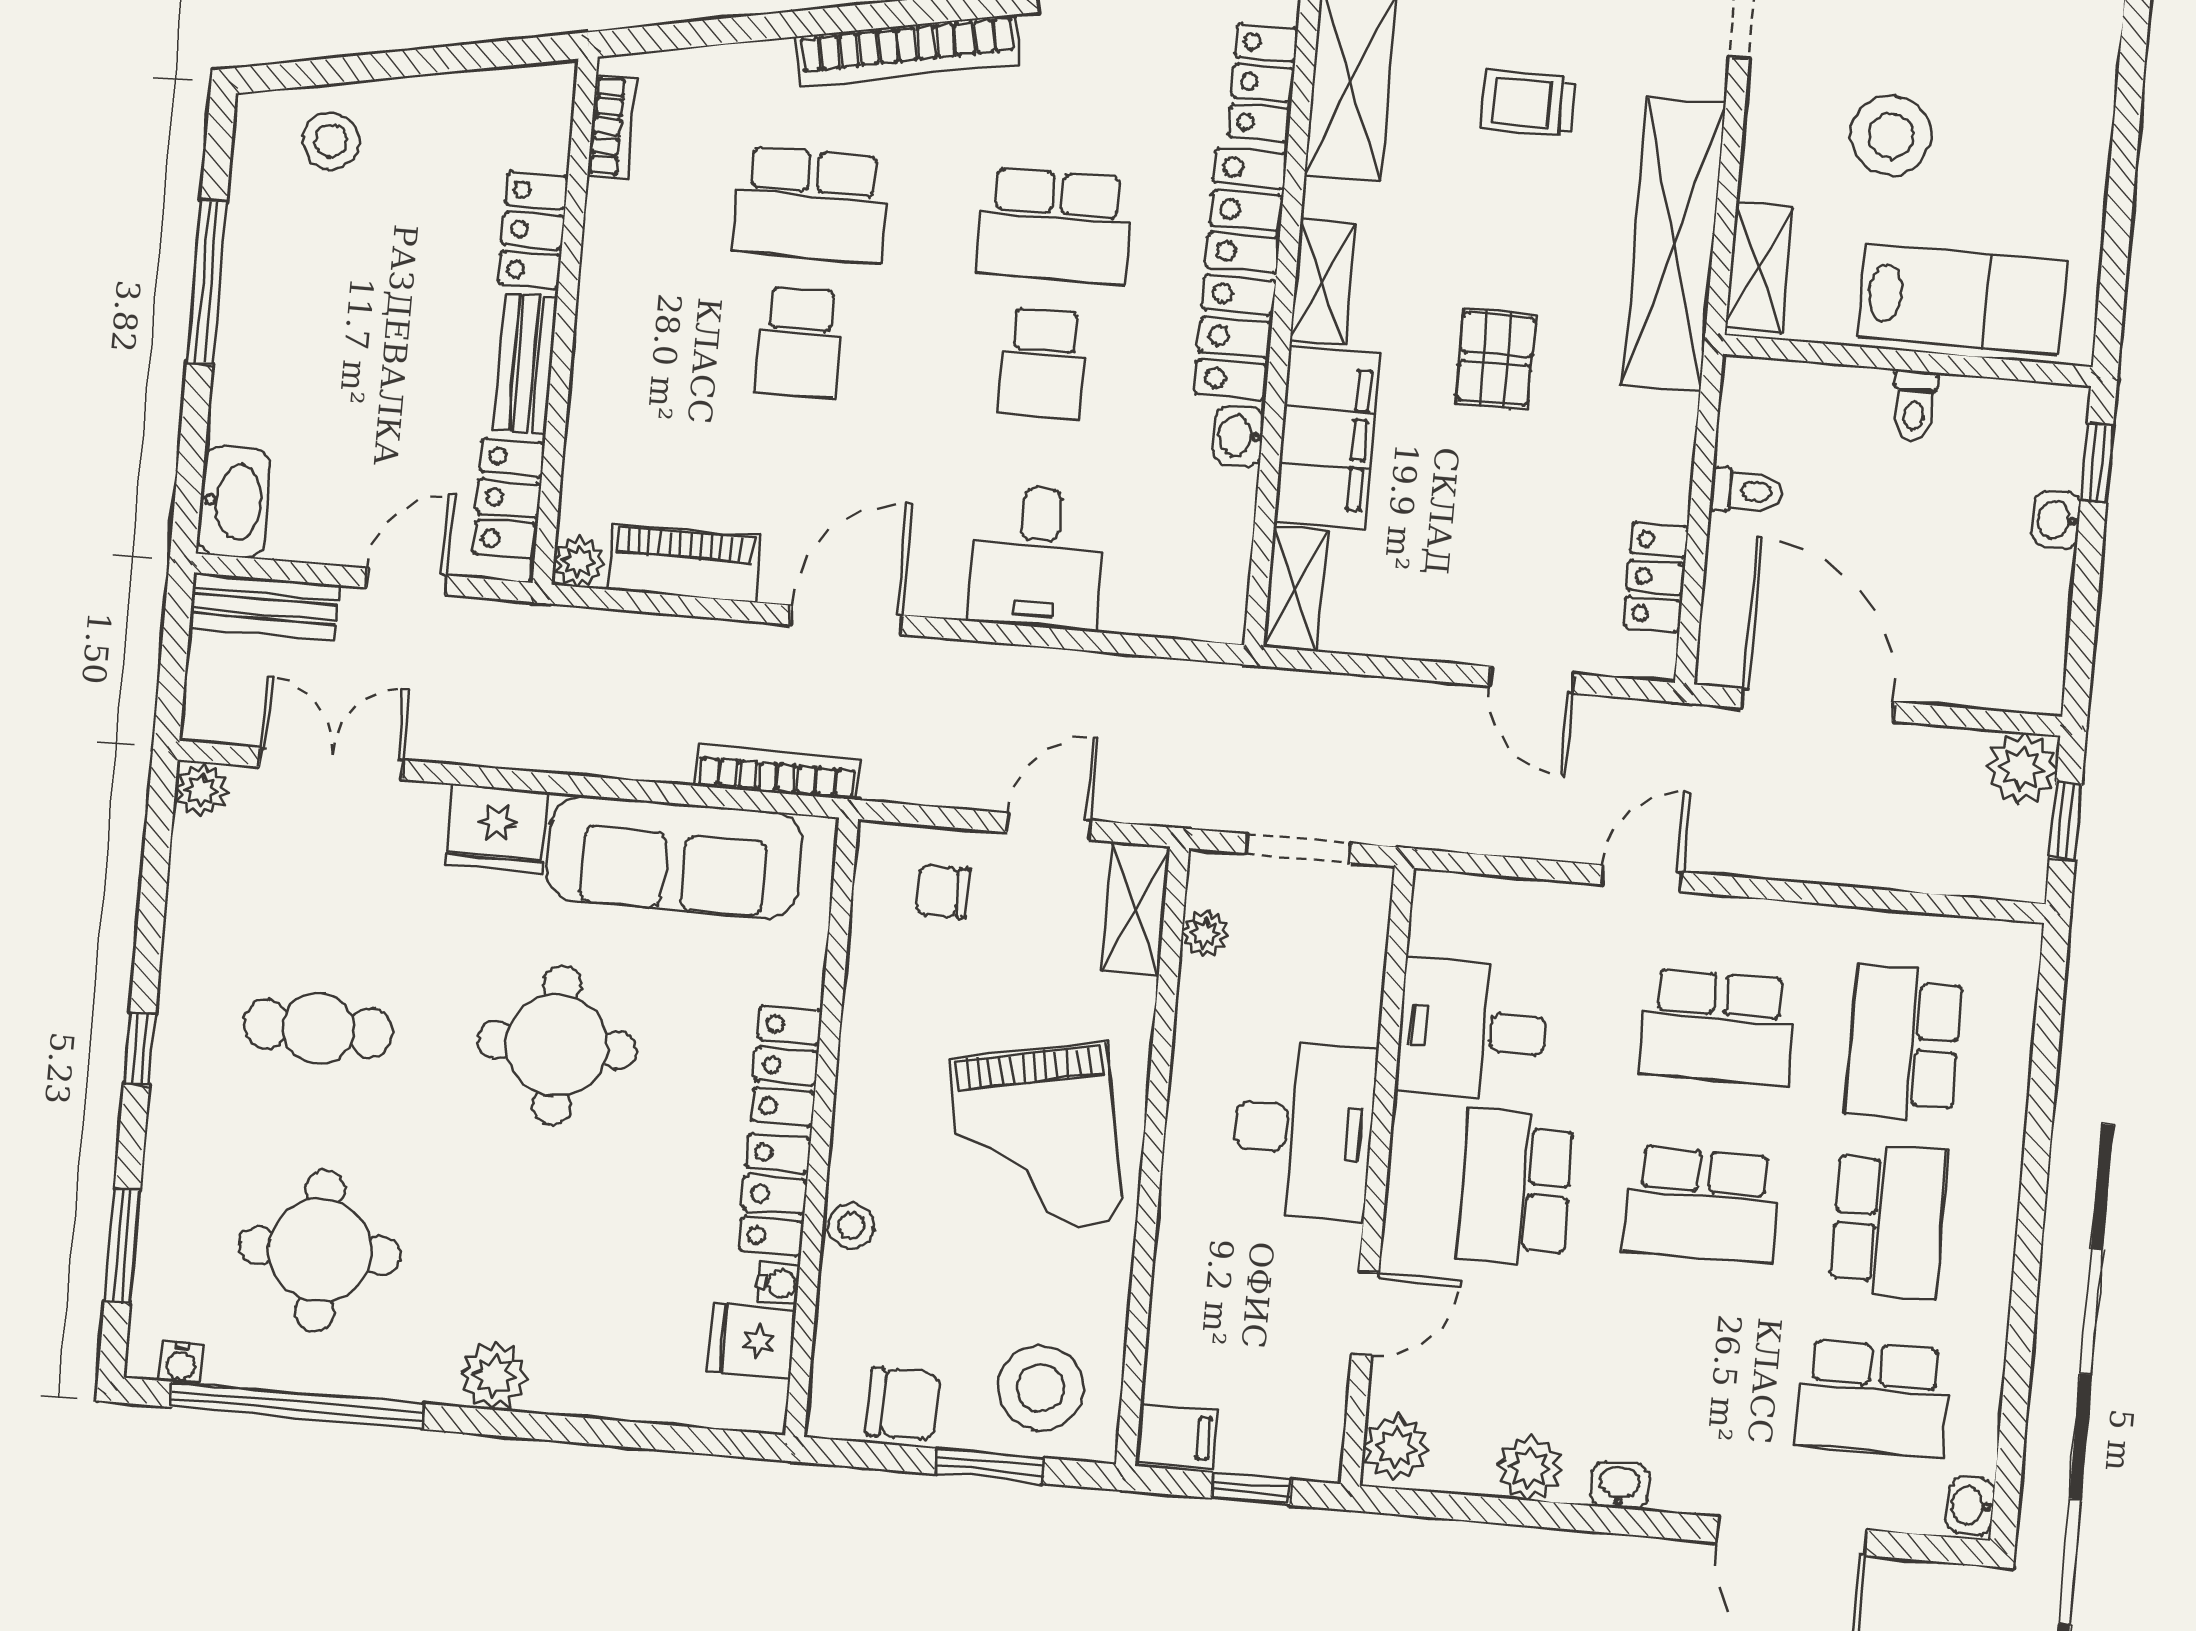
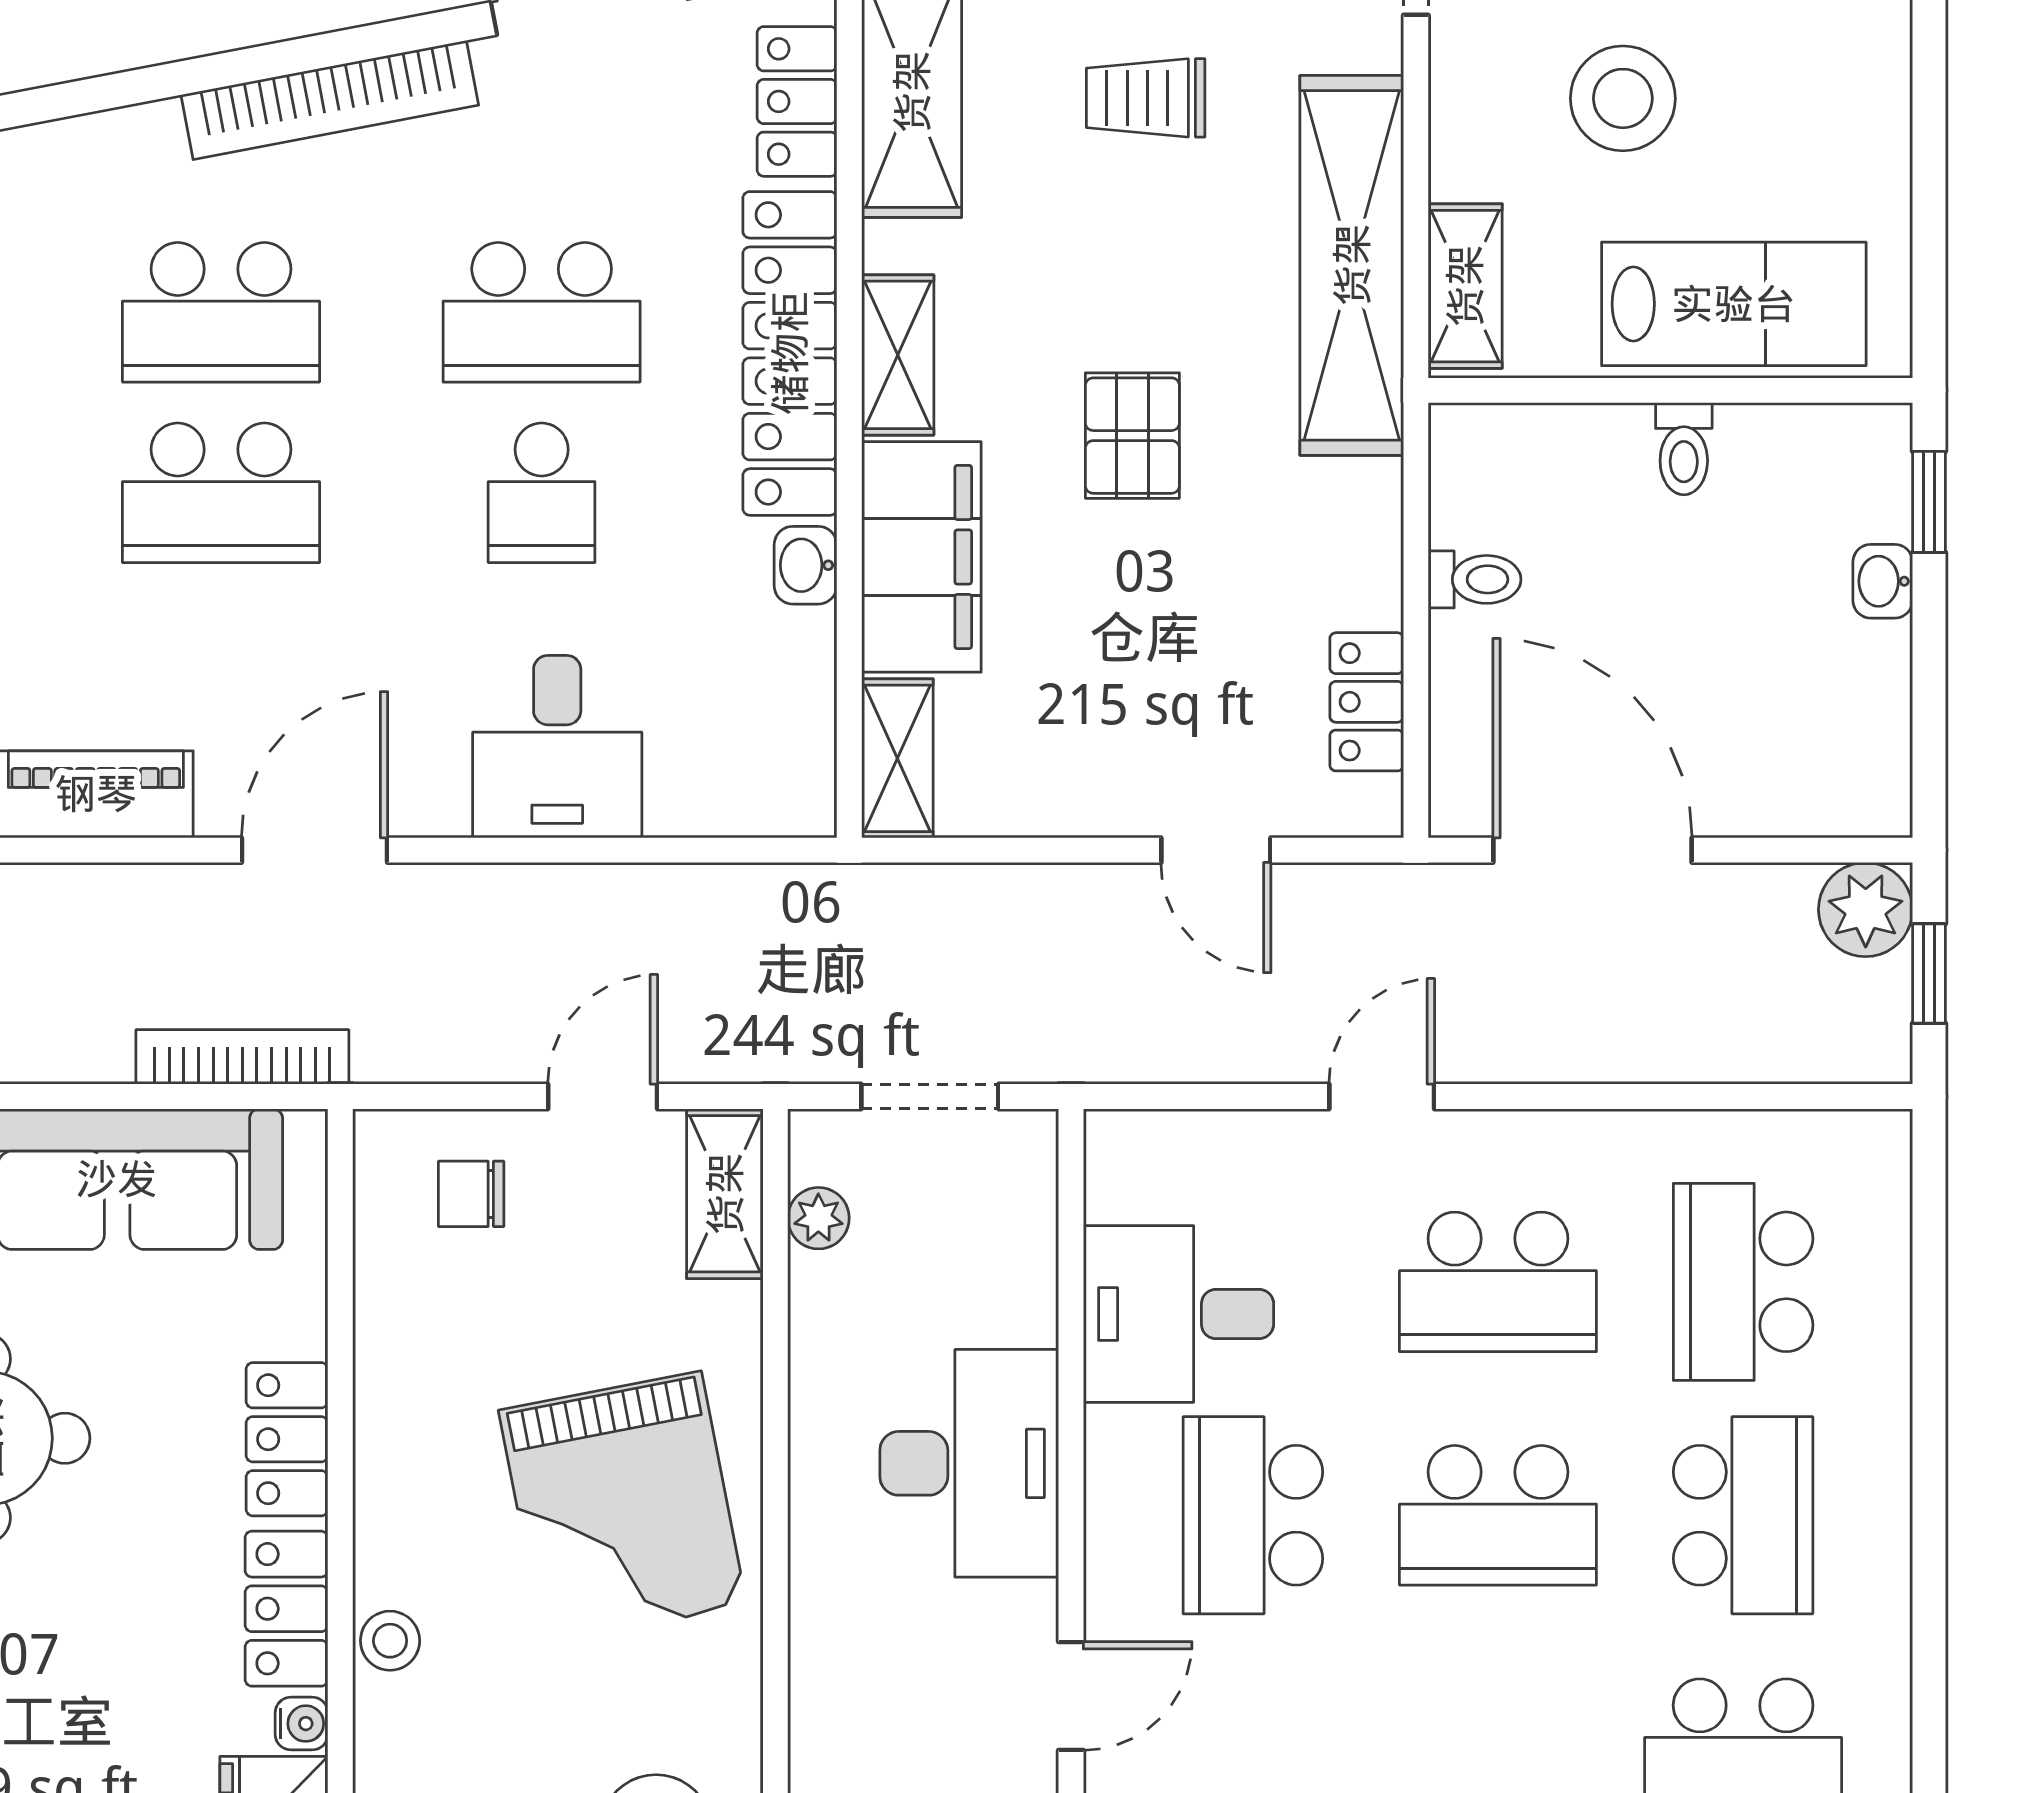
school desk: (799, 342) -> (221, 493), width x1.85

